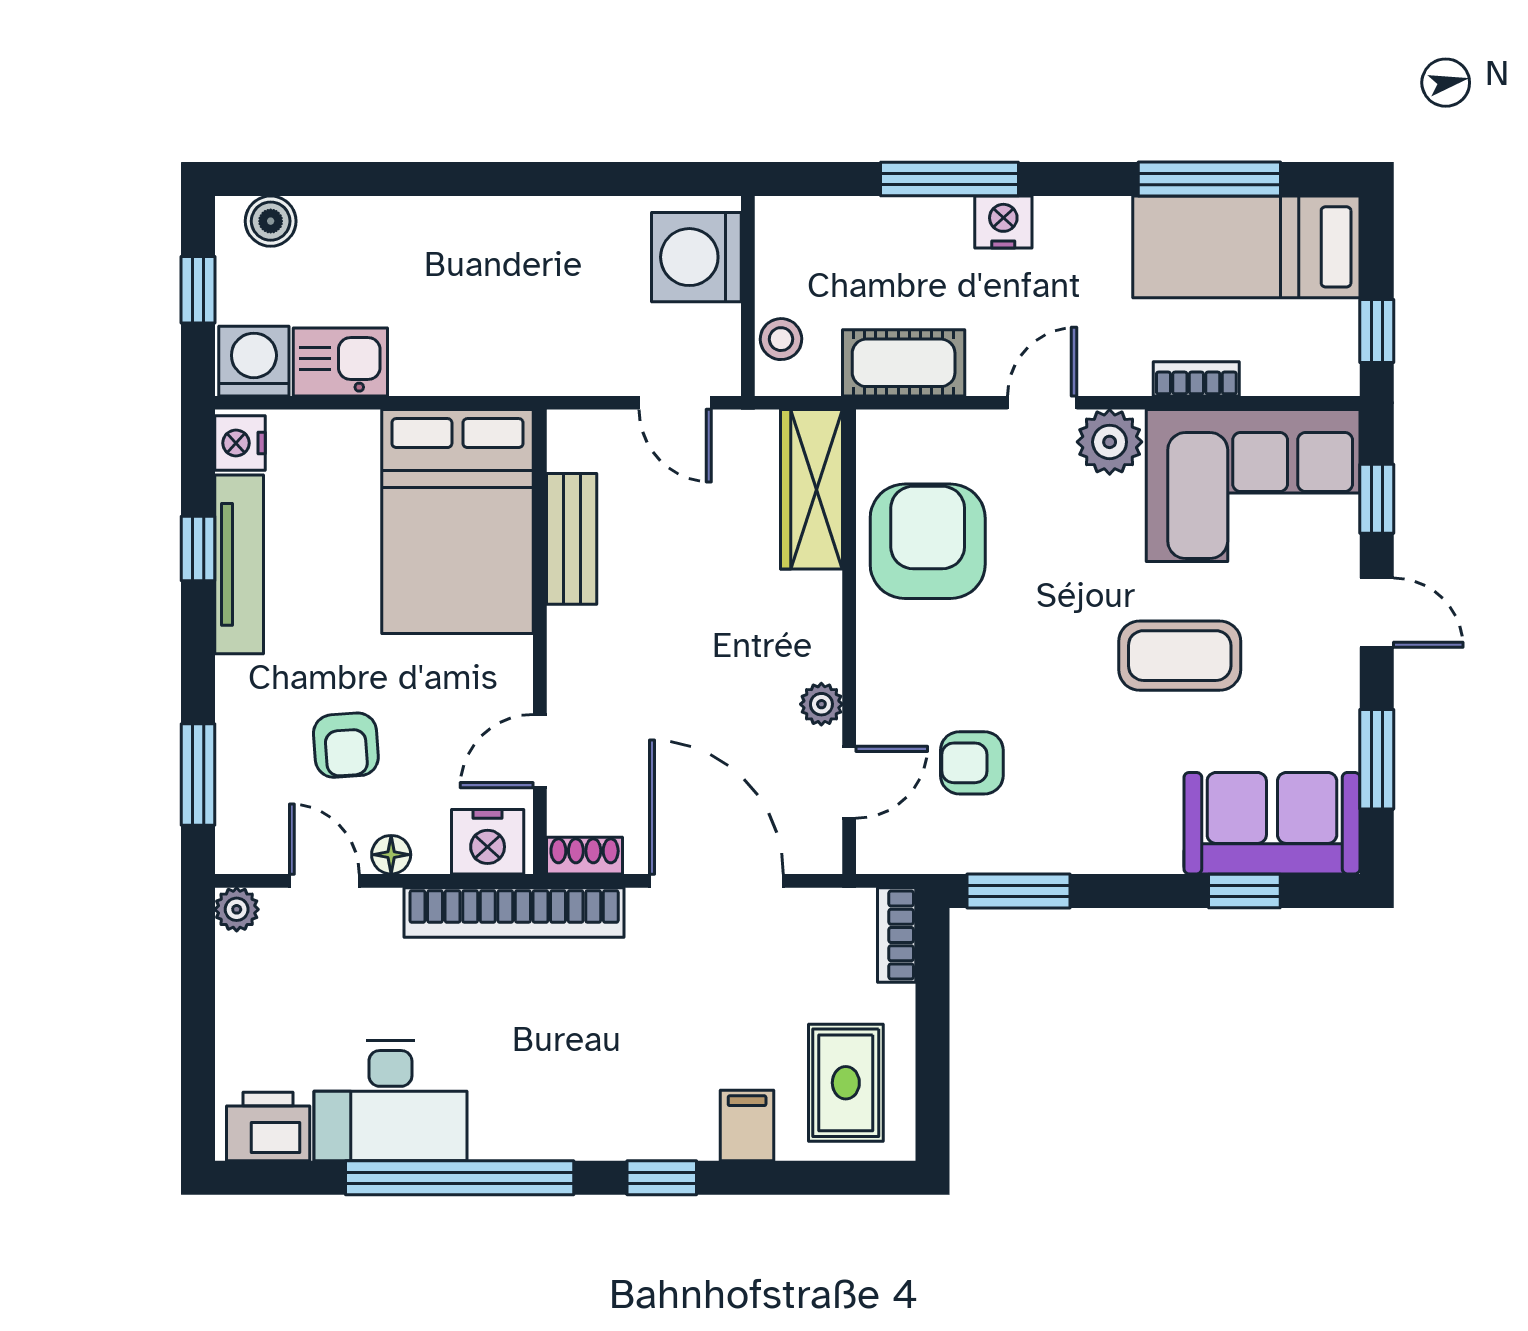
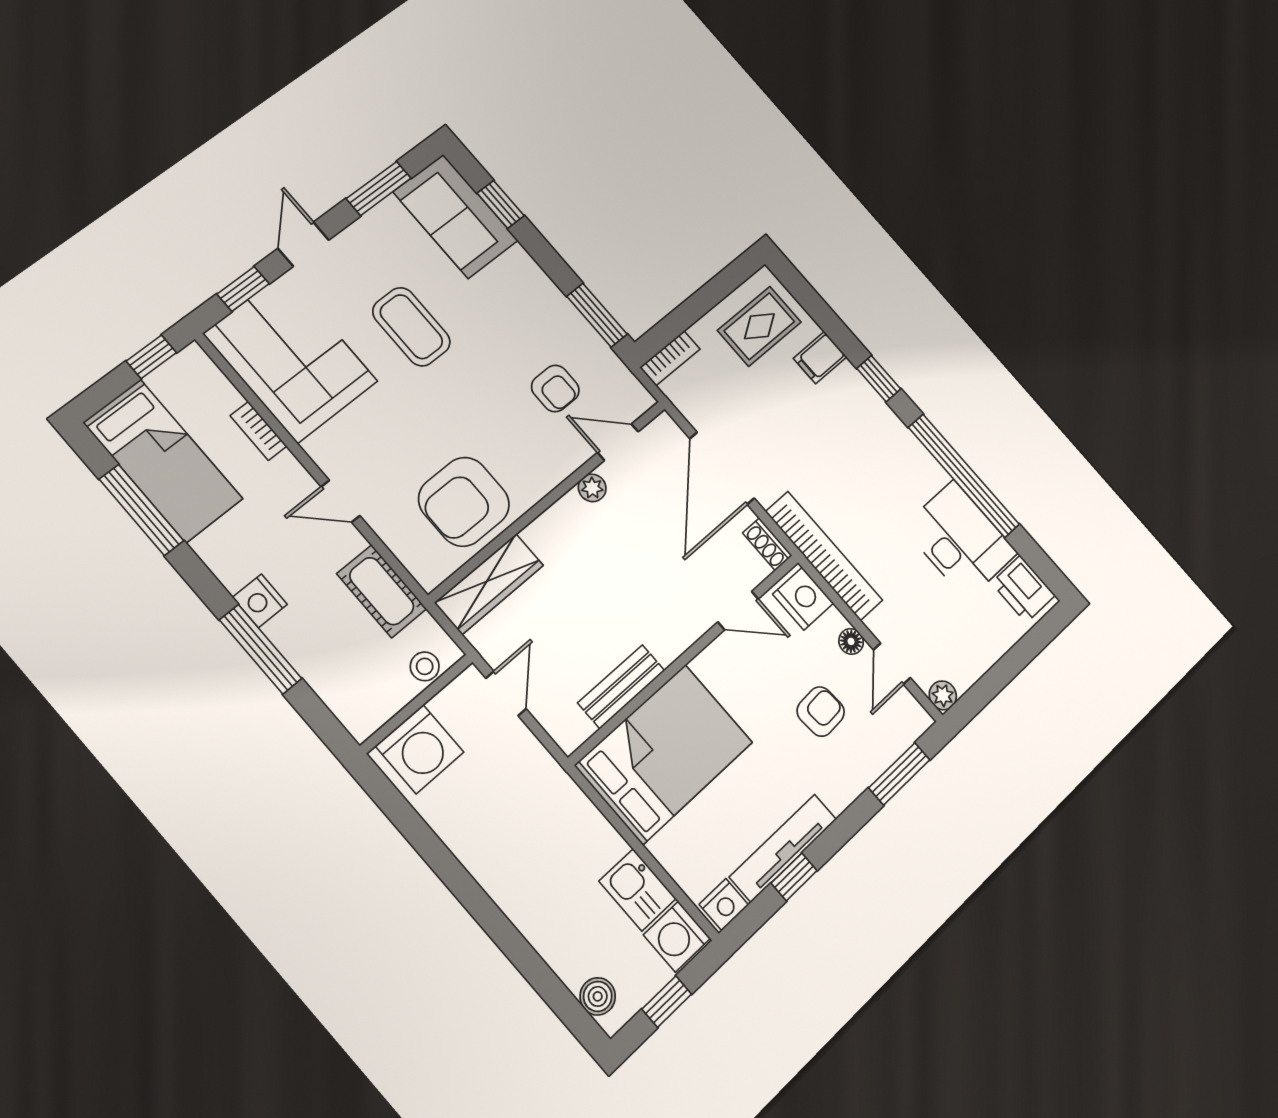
plant: (1110, 442) -> (331, 450), removed

